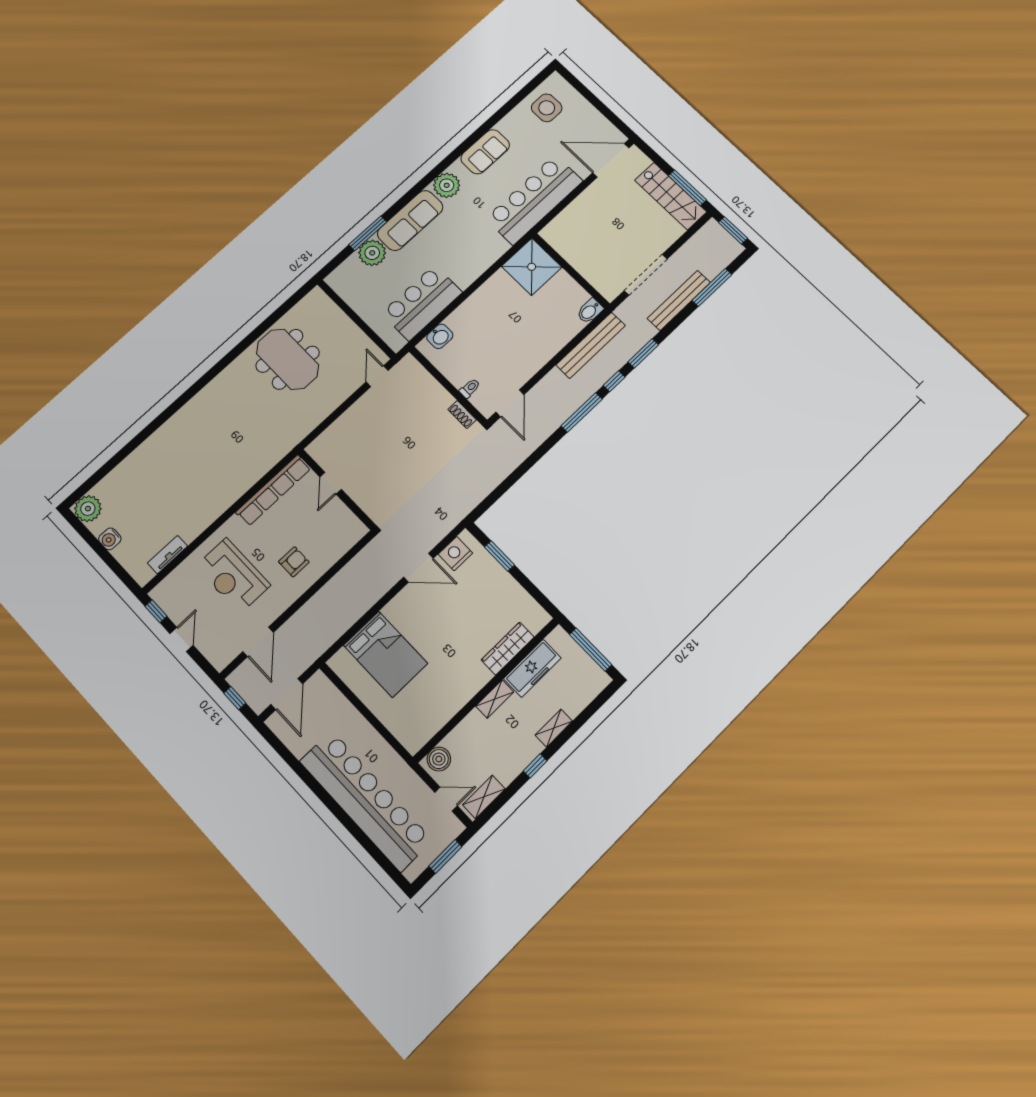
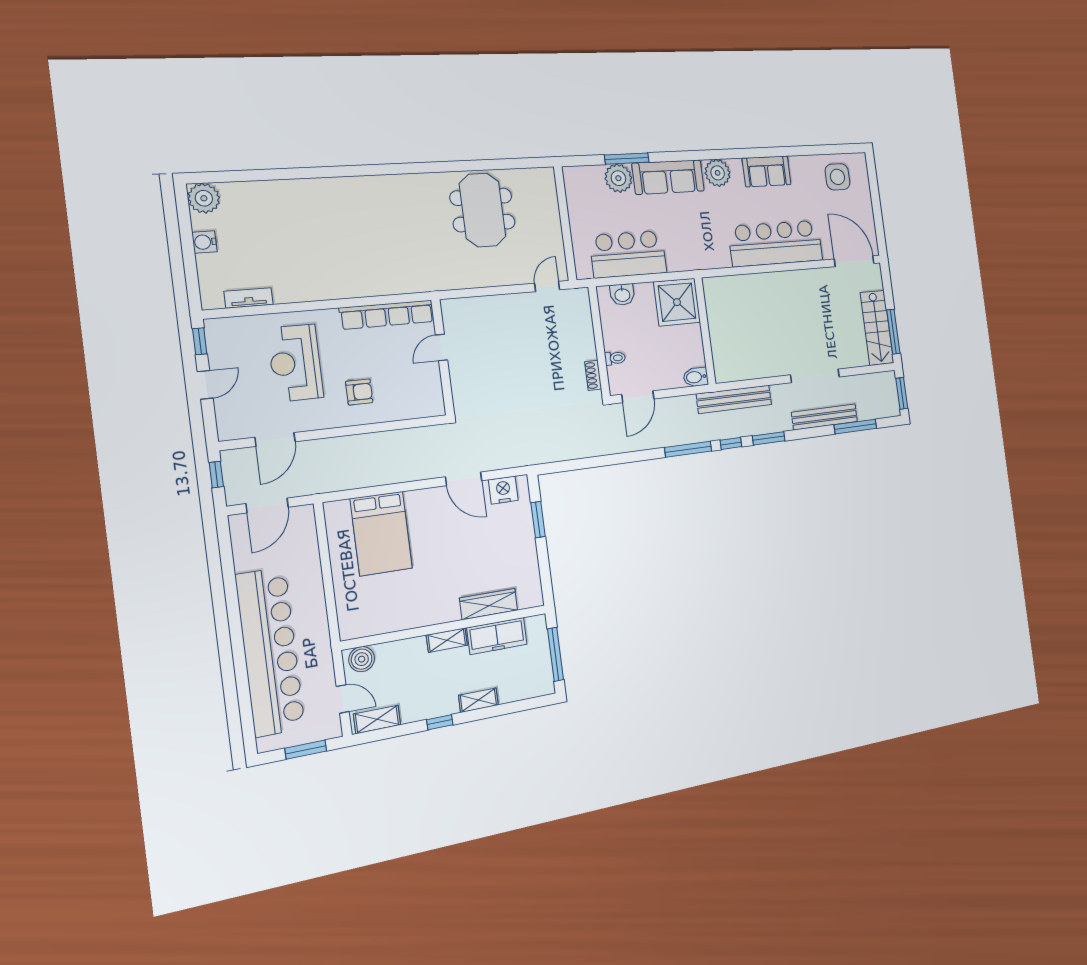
shower: (532, 267) -> (677, 302), moved
wall: (571, 271) -> (705, 331), moved
bidet: (590, 311) -> (696, 377), moved

